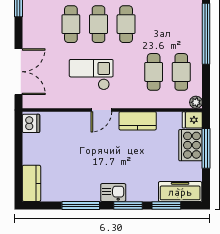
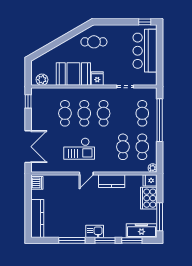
cafe table: (181, 24) -> (142, 113), added
checkout: (91, 75) -> (79, 149), turned 180
window: (206, 148) -> (160, 217), moved
kitchen counter: (31, 183) -> (37, 219), width x1.50

